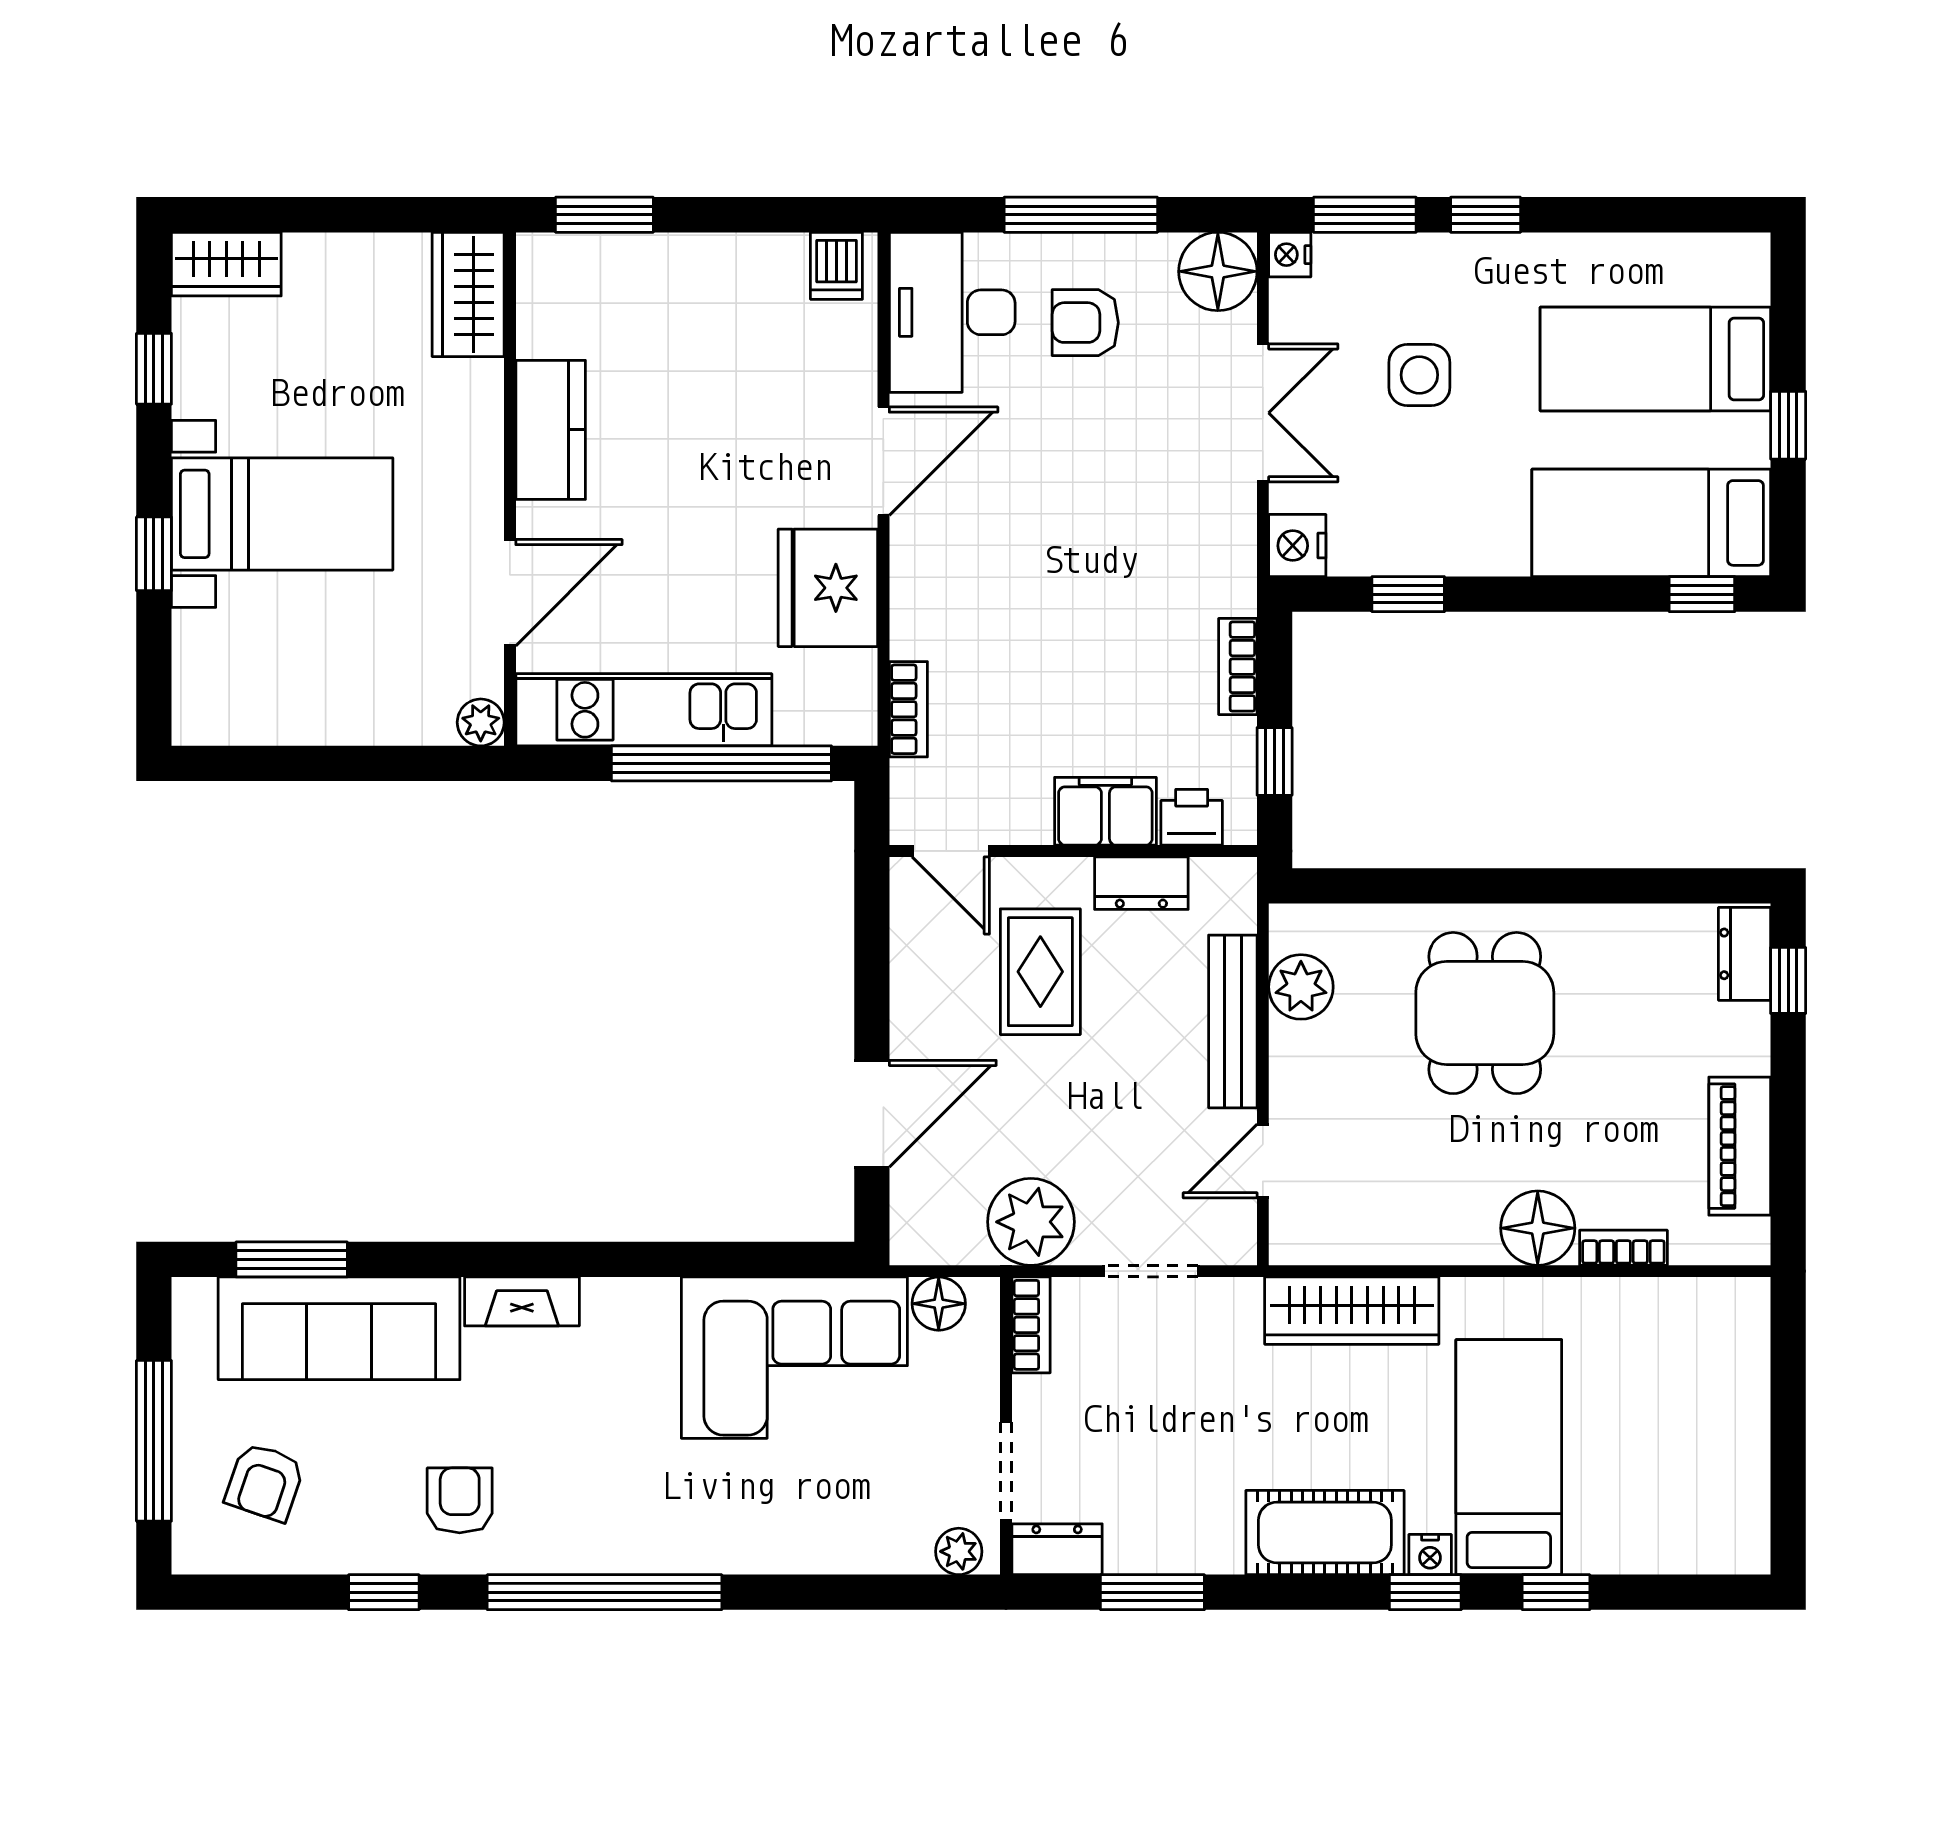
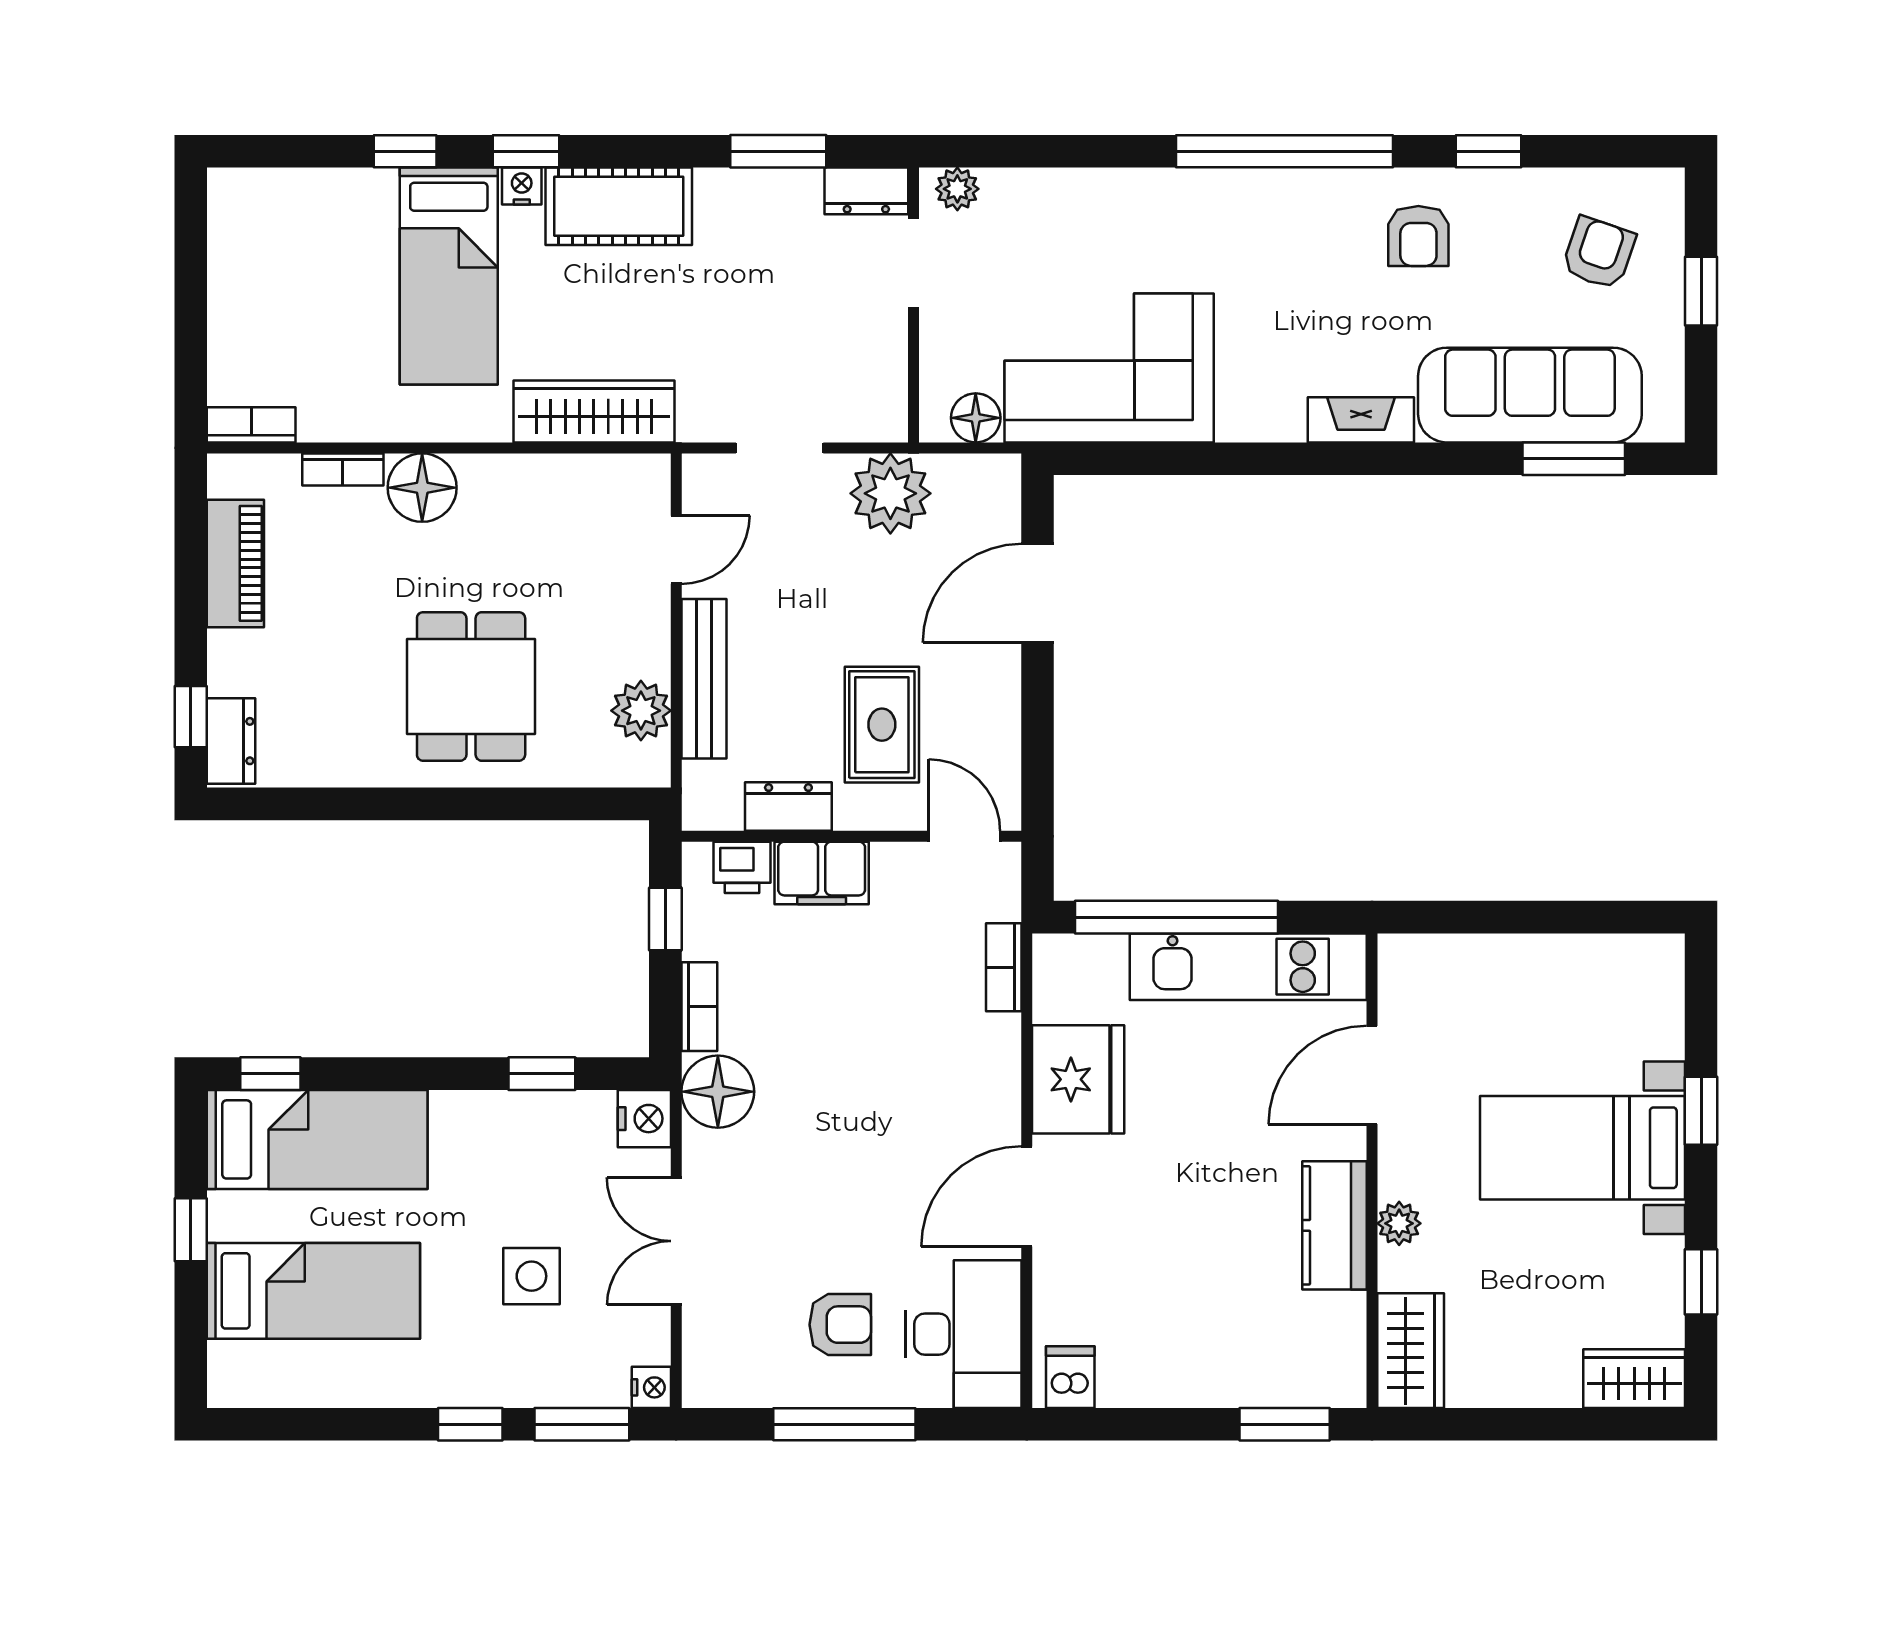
floor lamp: (1218, 271) -> (718, 1092), moved
plant: (481, 722) -> (1399, 1223), moved
bookcase: (1031, 1325) -> (251, 425), moved, turned 90
window: (154, 1441) -> (1701, 291), width x0.46

